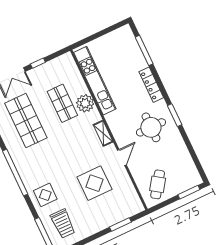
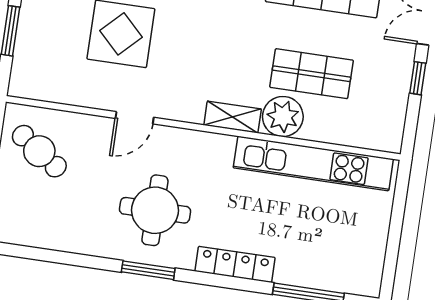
shelving: (103, 133) -> (233, 117), moved
door: (122, 158) -> (135, 118), hinge flipped

